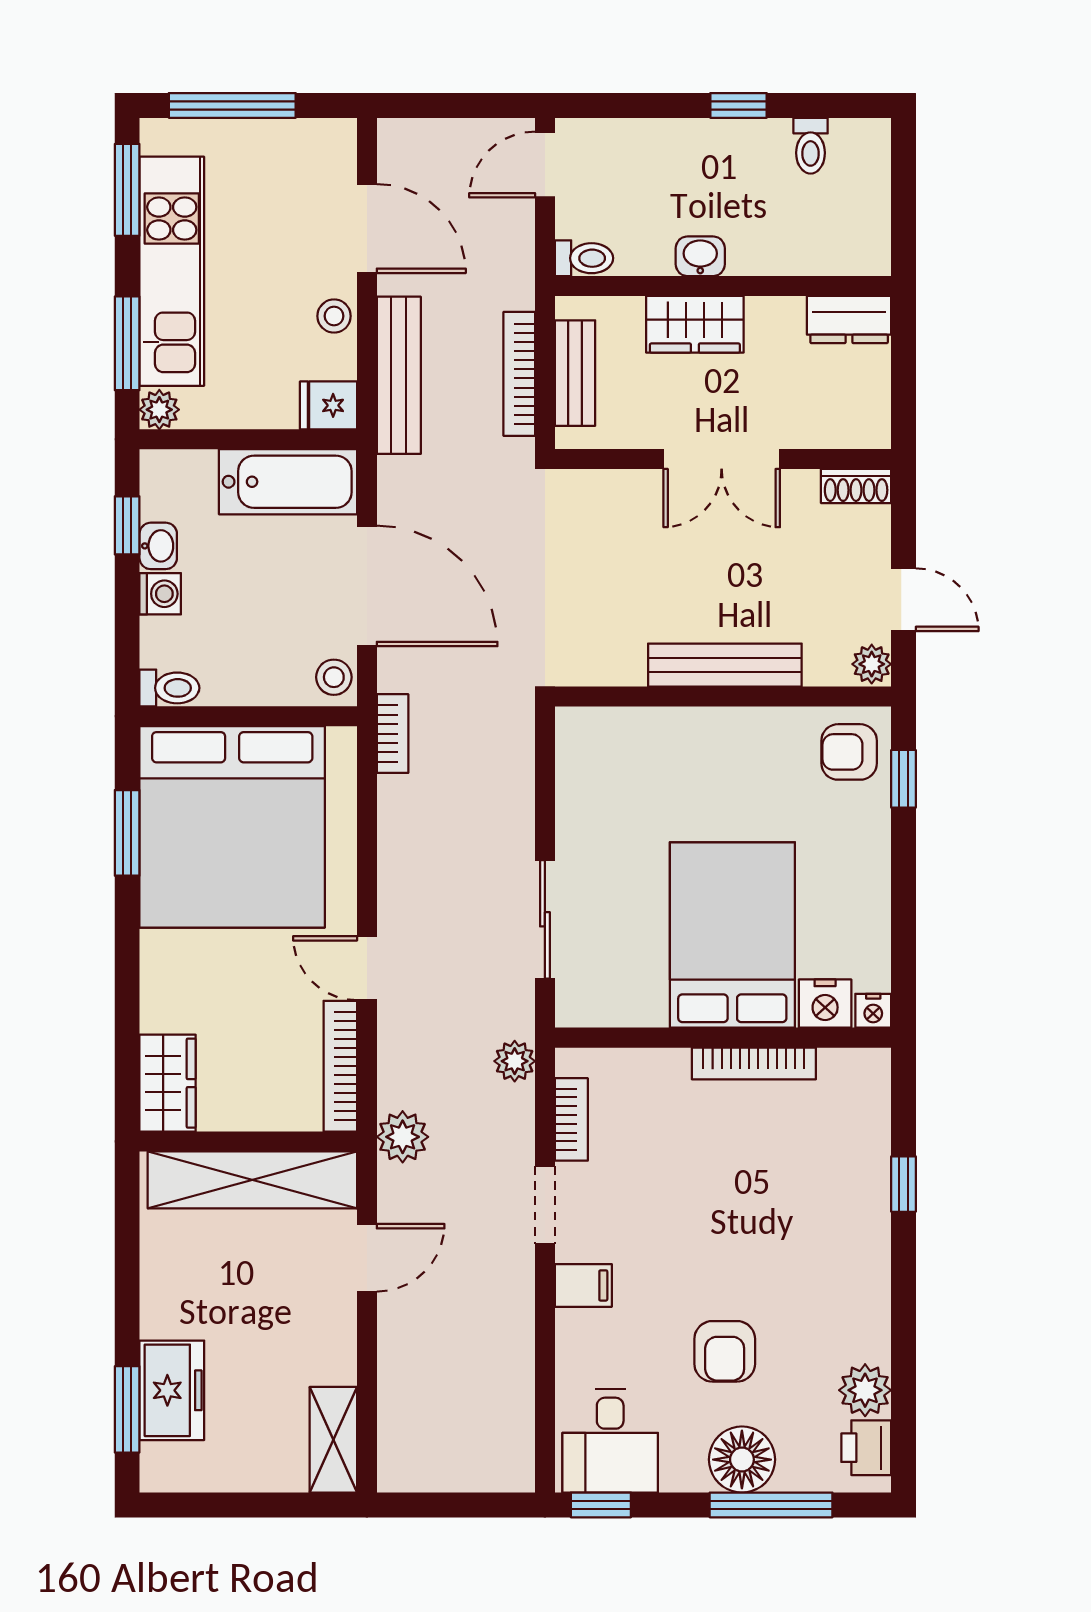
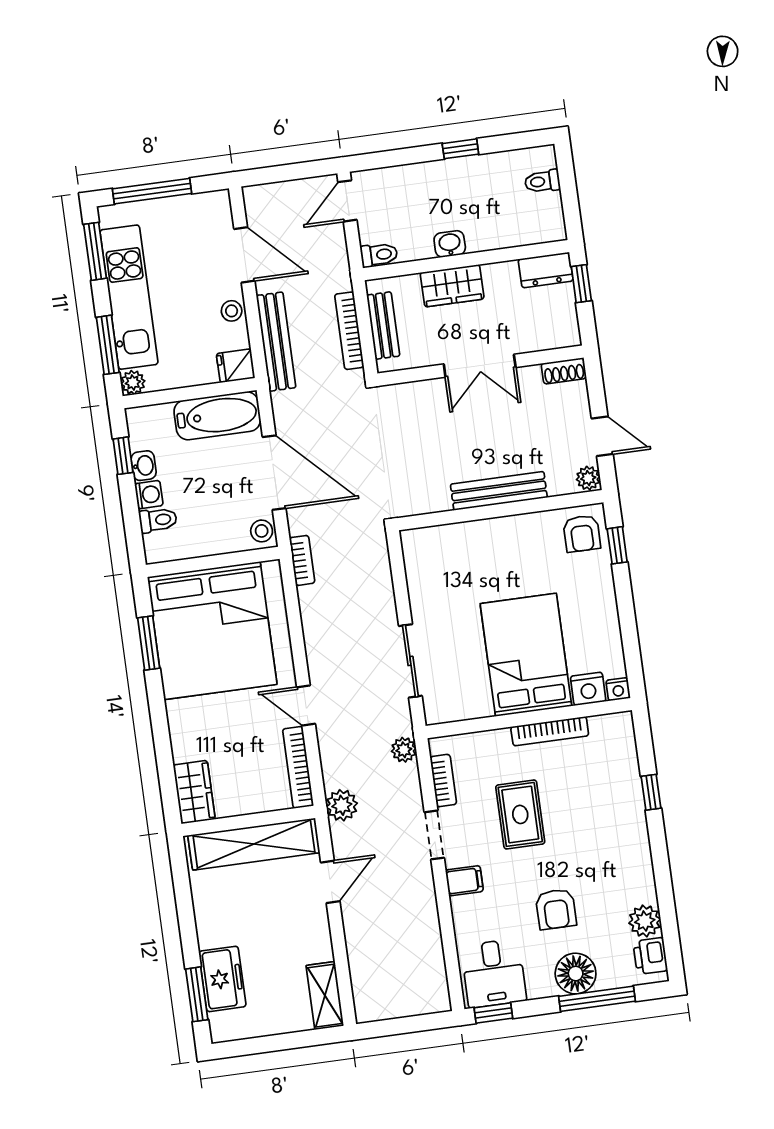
toilet: (811, 146) -> (542, 181), moved, turned 90
window: (904, 349) -> (581, 284), added
toilet: (169, 688) -> (158, 520), moved
armchair: (849, 752) -> (582, 534), turned -90
rug: (688, 1191) -> (520, 814), added

